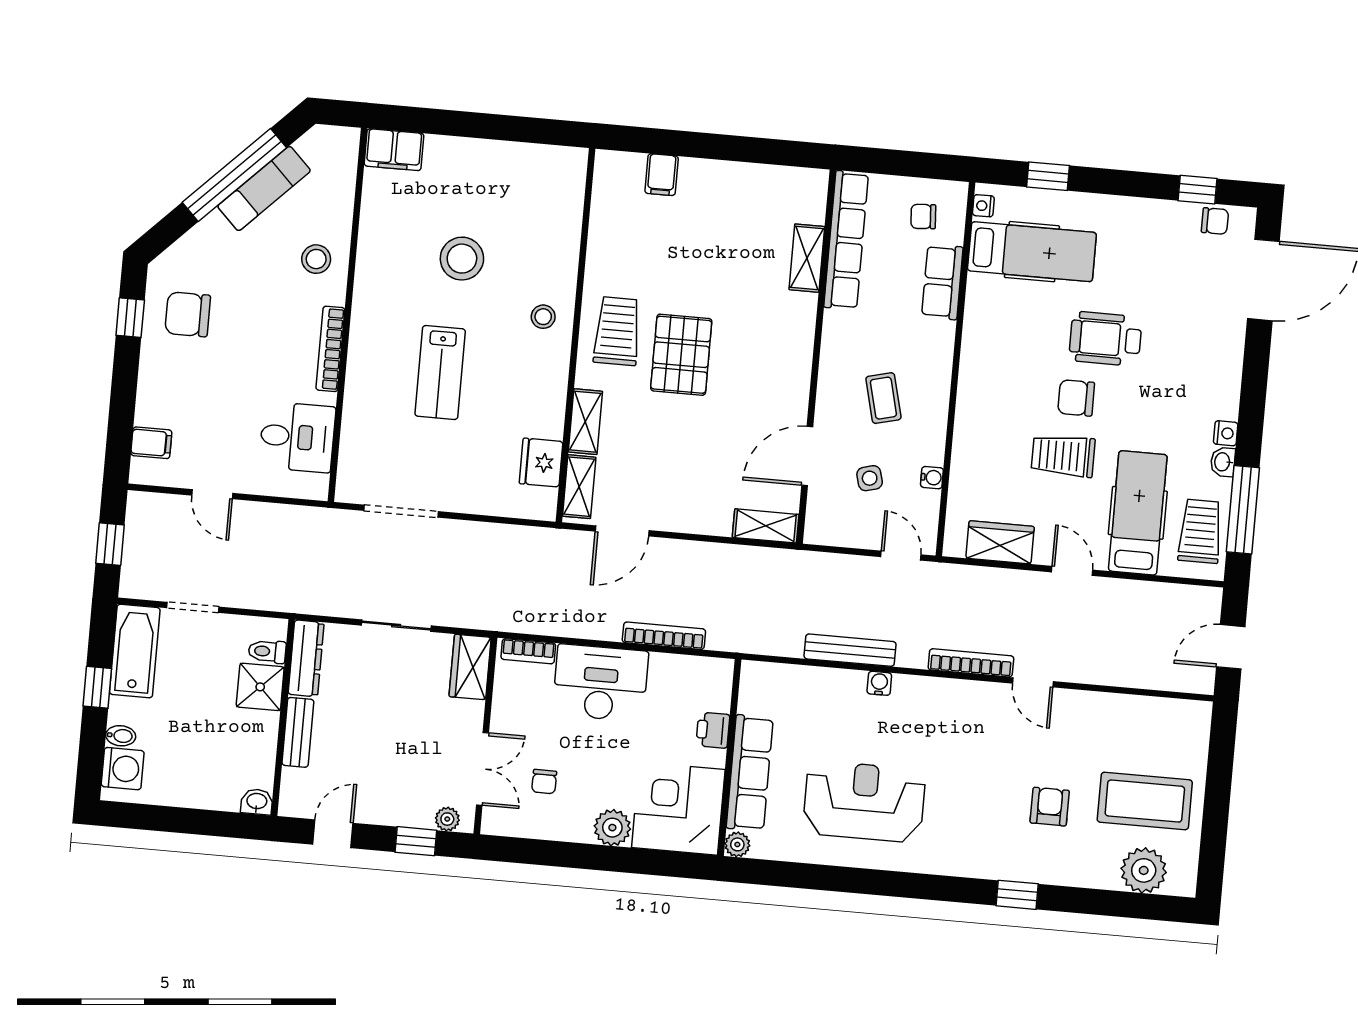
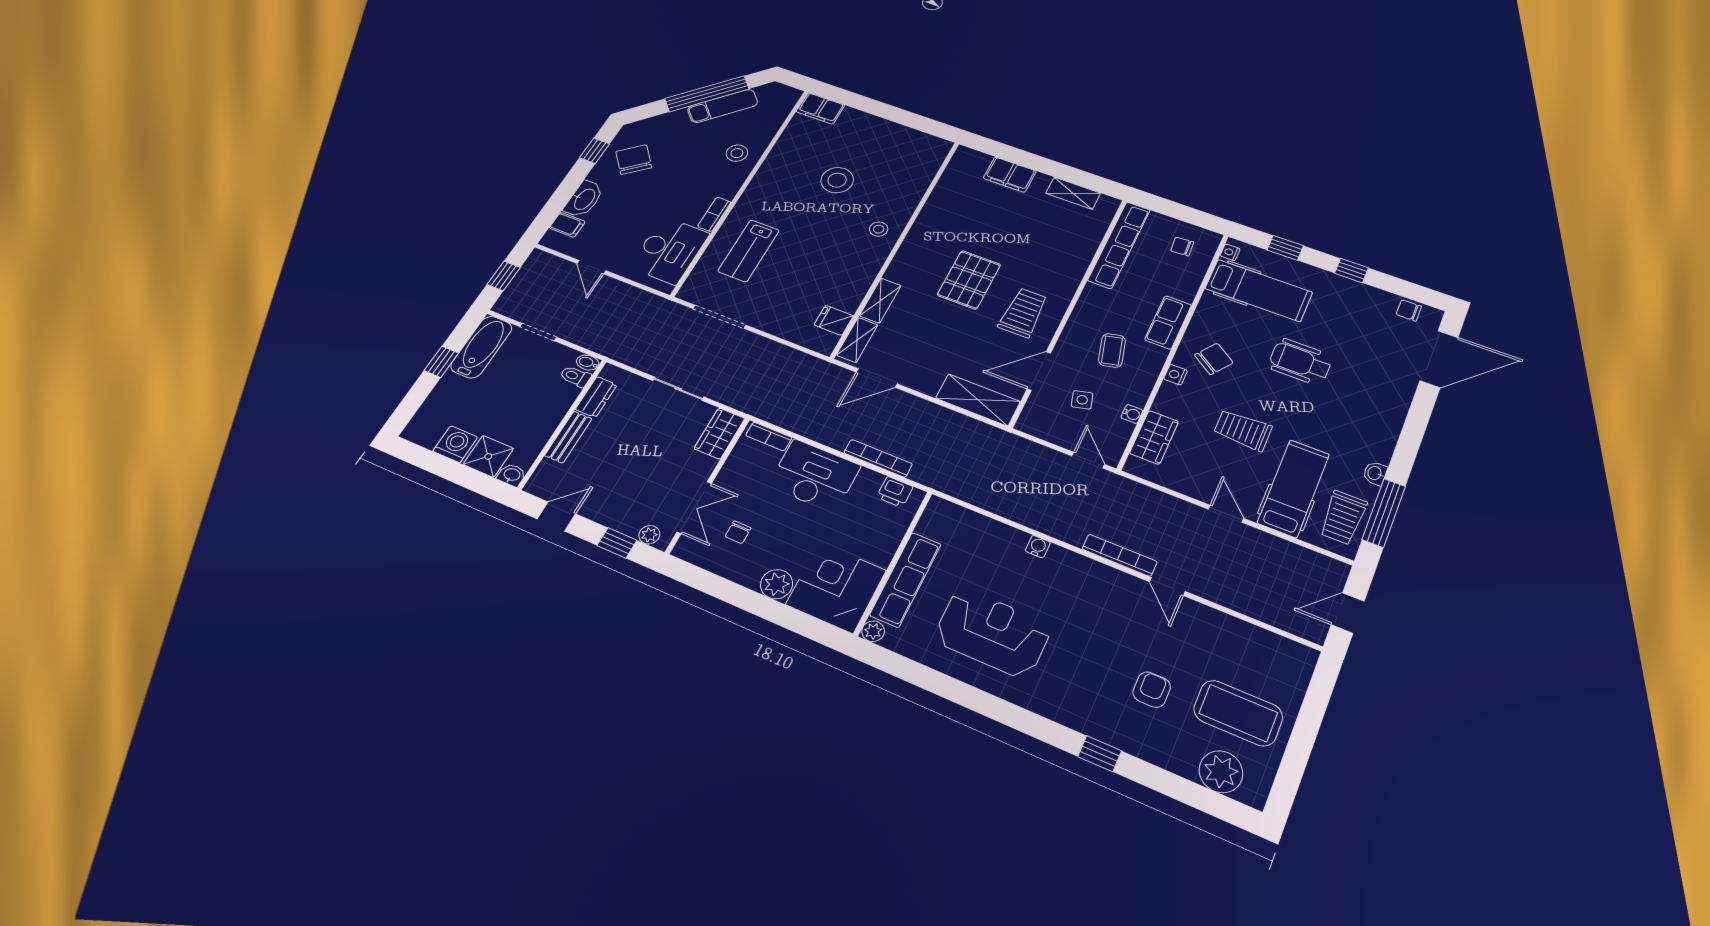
filing cabinet: (662, 175) -> (1010, 175), width x2.00
window: (1197, 190) -> (1352, 271), moved
chair: (1215, 221) -> (1409, 310), turned 180
shelving: (807, 258) -> (1073, 193), moved, turned 90
row of seats: (942, 282) -> (1168, 322), moved
chair: (188, 314) -> (634, 160), turned 50
trolley: (617, 331) -> (1023, 313), moved
bookcase: (330, 349) -> (714, 214), width x0.64
lab bench: (440, 373) -> (749, 251), moved
washbasin: (154, 397) -> (584, 199), added
chair: (1076, 398) -> (1214, 359), moved, turned 125
nightstand: (1226, 433) -> (1176, 375), moved, turned 180
desk: (297, 437) -> (669, 250), width x1.37
fridge: (541, 463) -> (834, 320), width x0.72
shelving: (766, 526) -> (978, 400), width x1.50, depth x1.33
trolley: (1200, 531) -> (1343, 518), turned 180
wardrobe: (1000, 542) -> (1154, 437), moved, turned 90
bench: (850, 650) -> (1023, 515), removed
dresser: (306, 658) -> (596, 397), width x0.70
shower: (260, 687) -> (488, 456), moved
printer: (713, 730) -> (895, 492), moved, turned -90
bidet: (121, 736) -> (588, 363), moved, turned 180
washing machine: (123, 769) -> (455, 444), moved, turned -90

